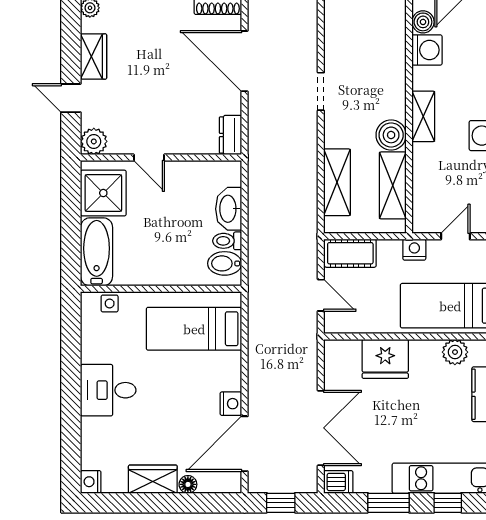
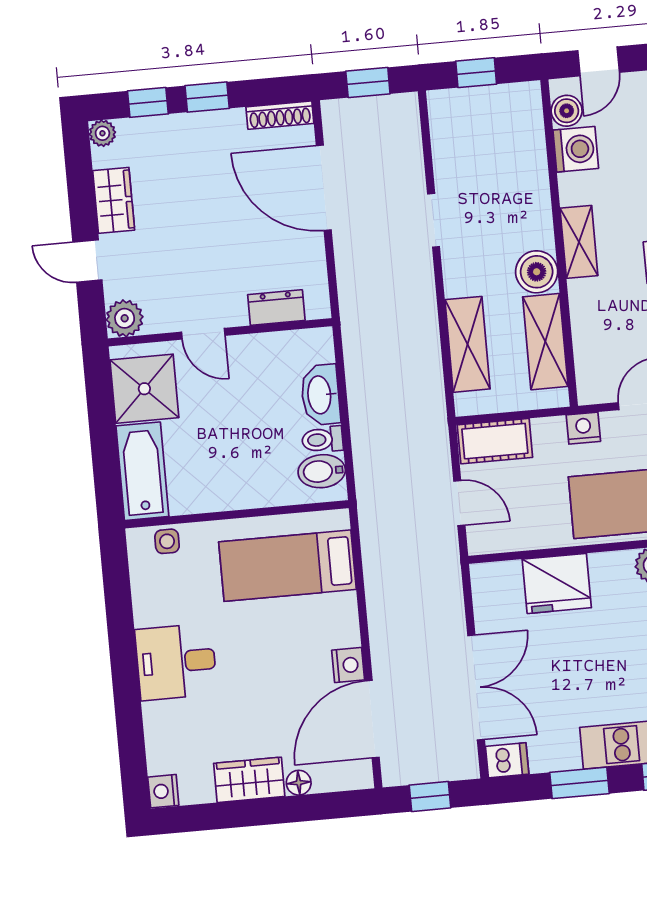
dresser: (231, 135) -> (276, 308), moved, turned 90

